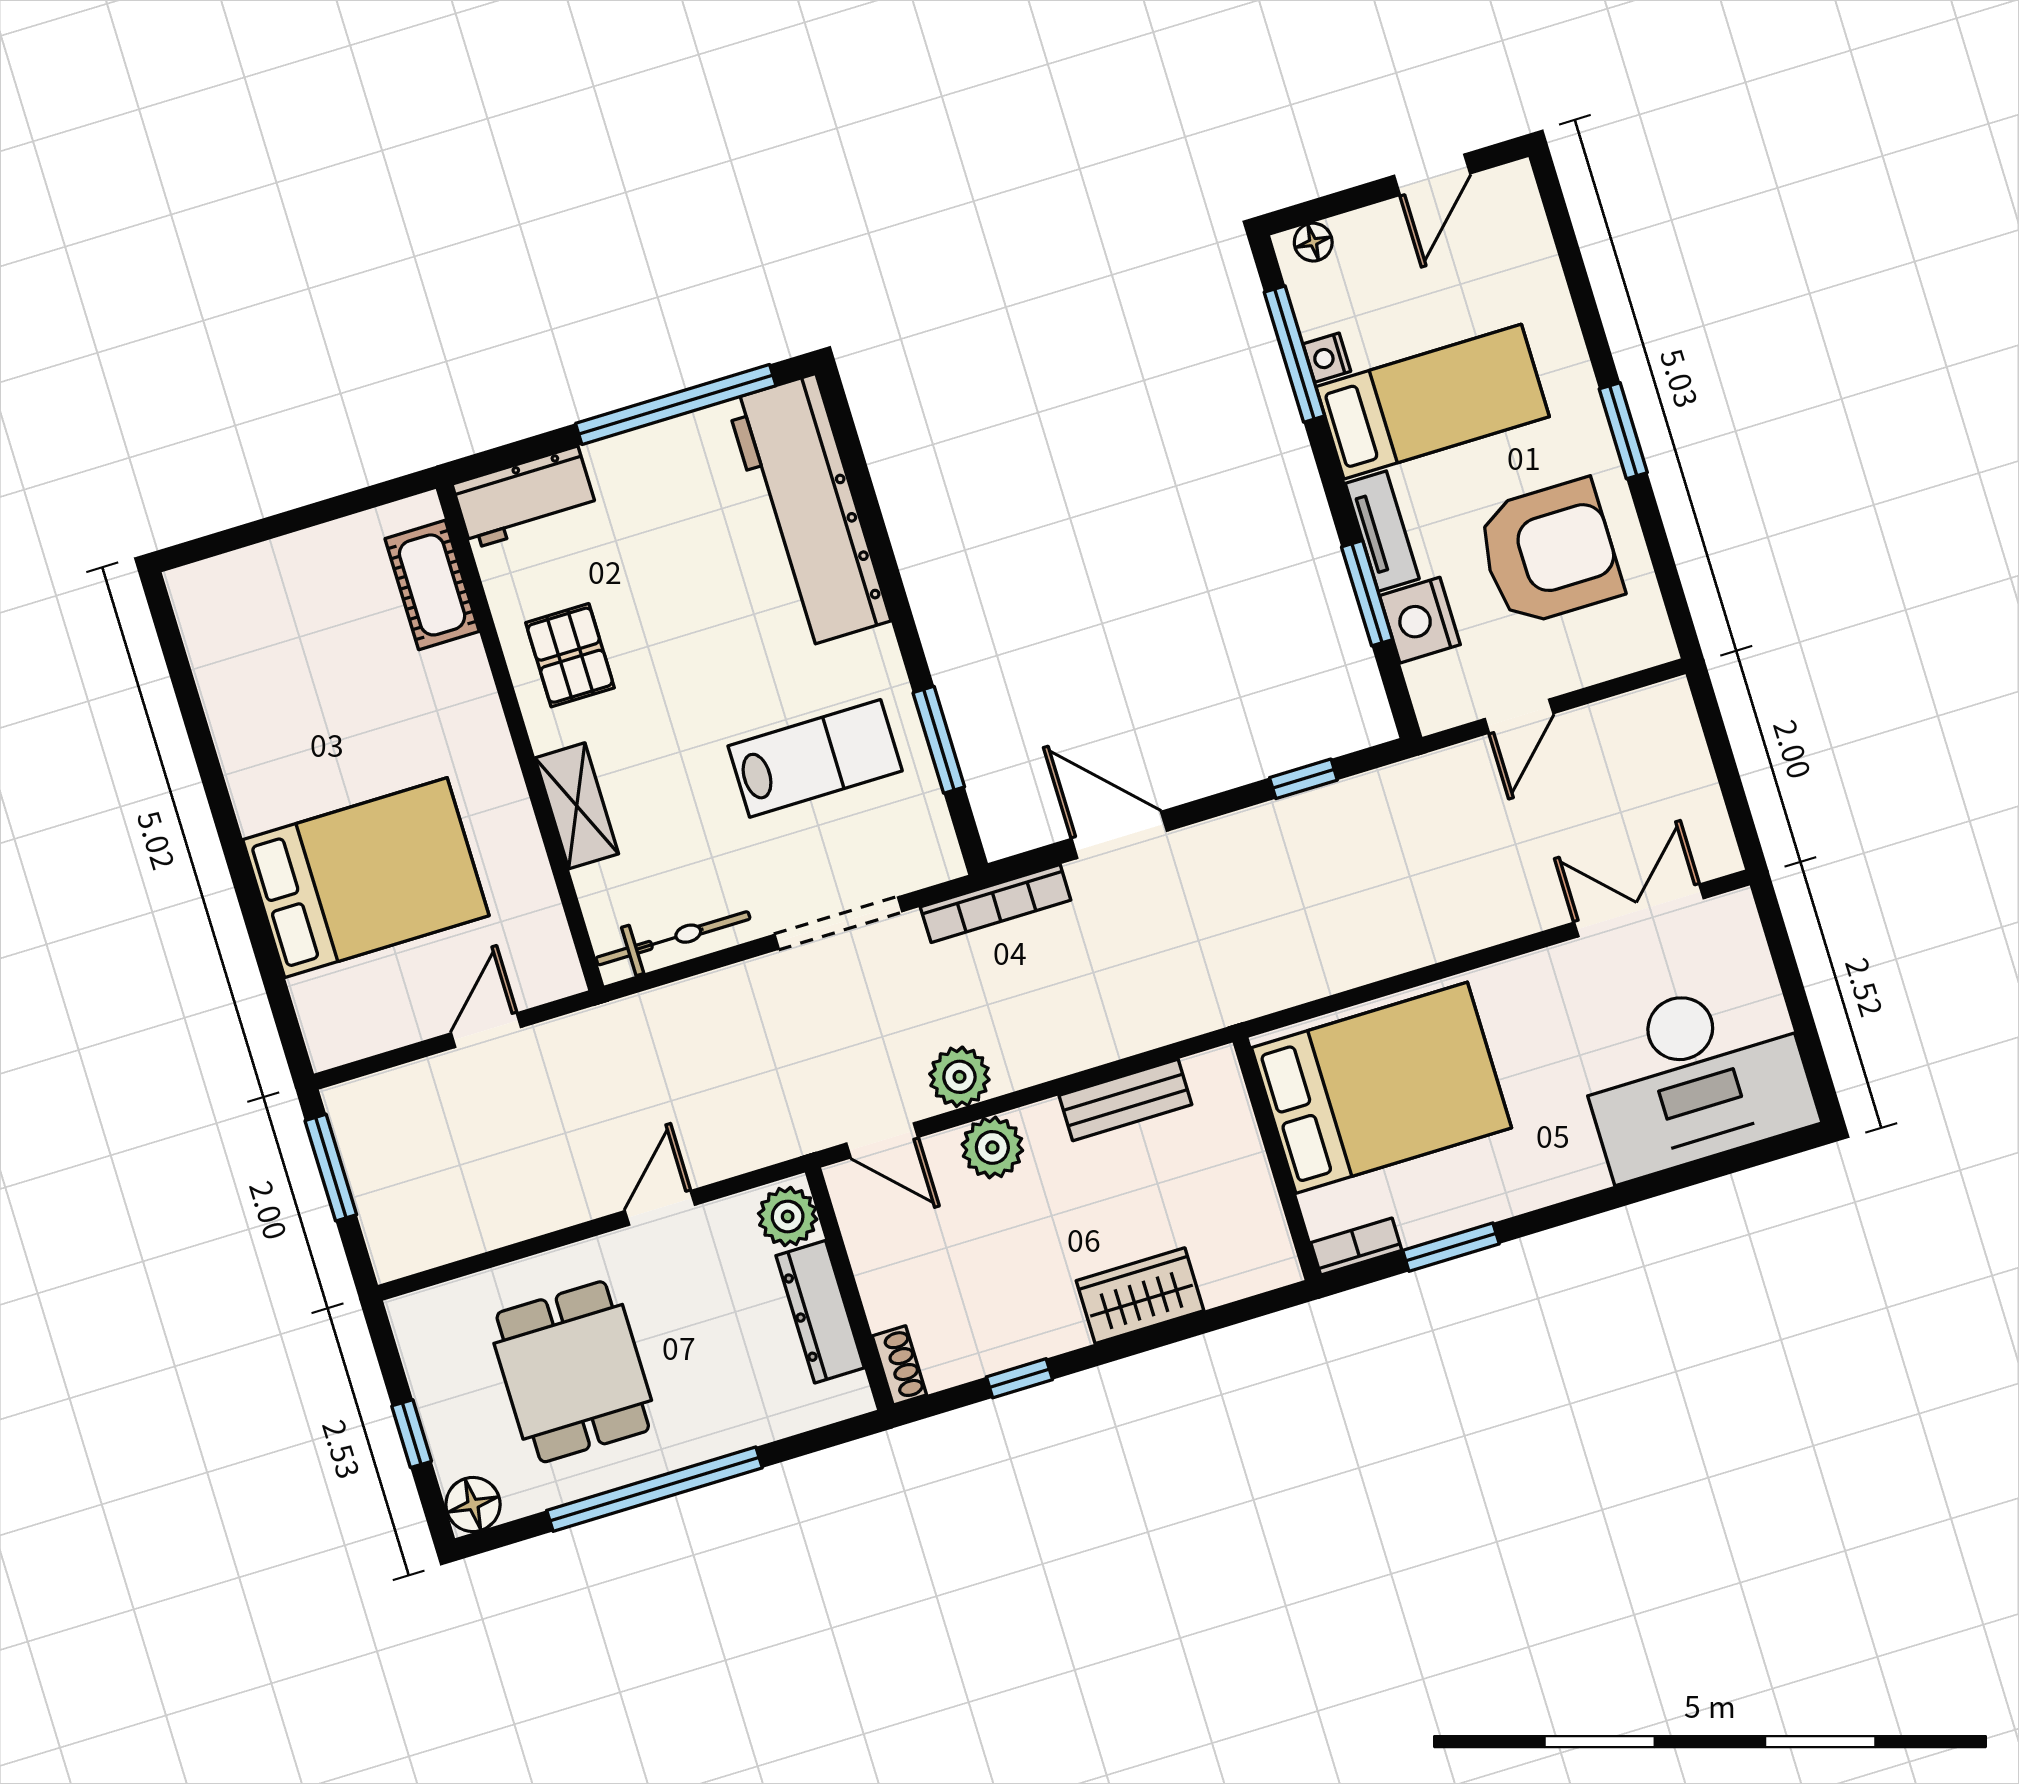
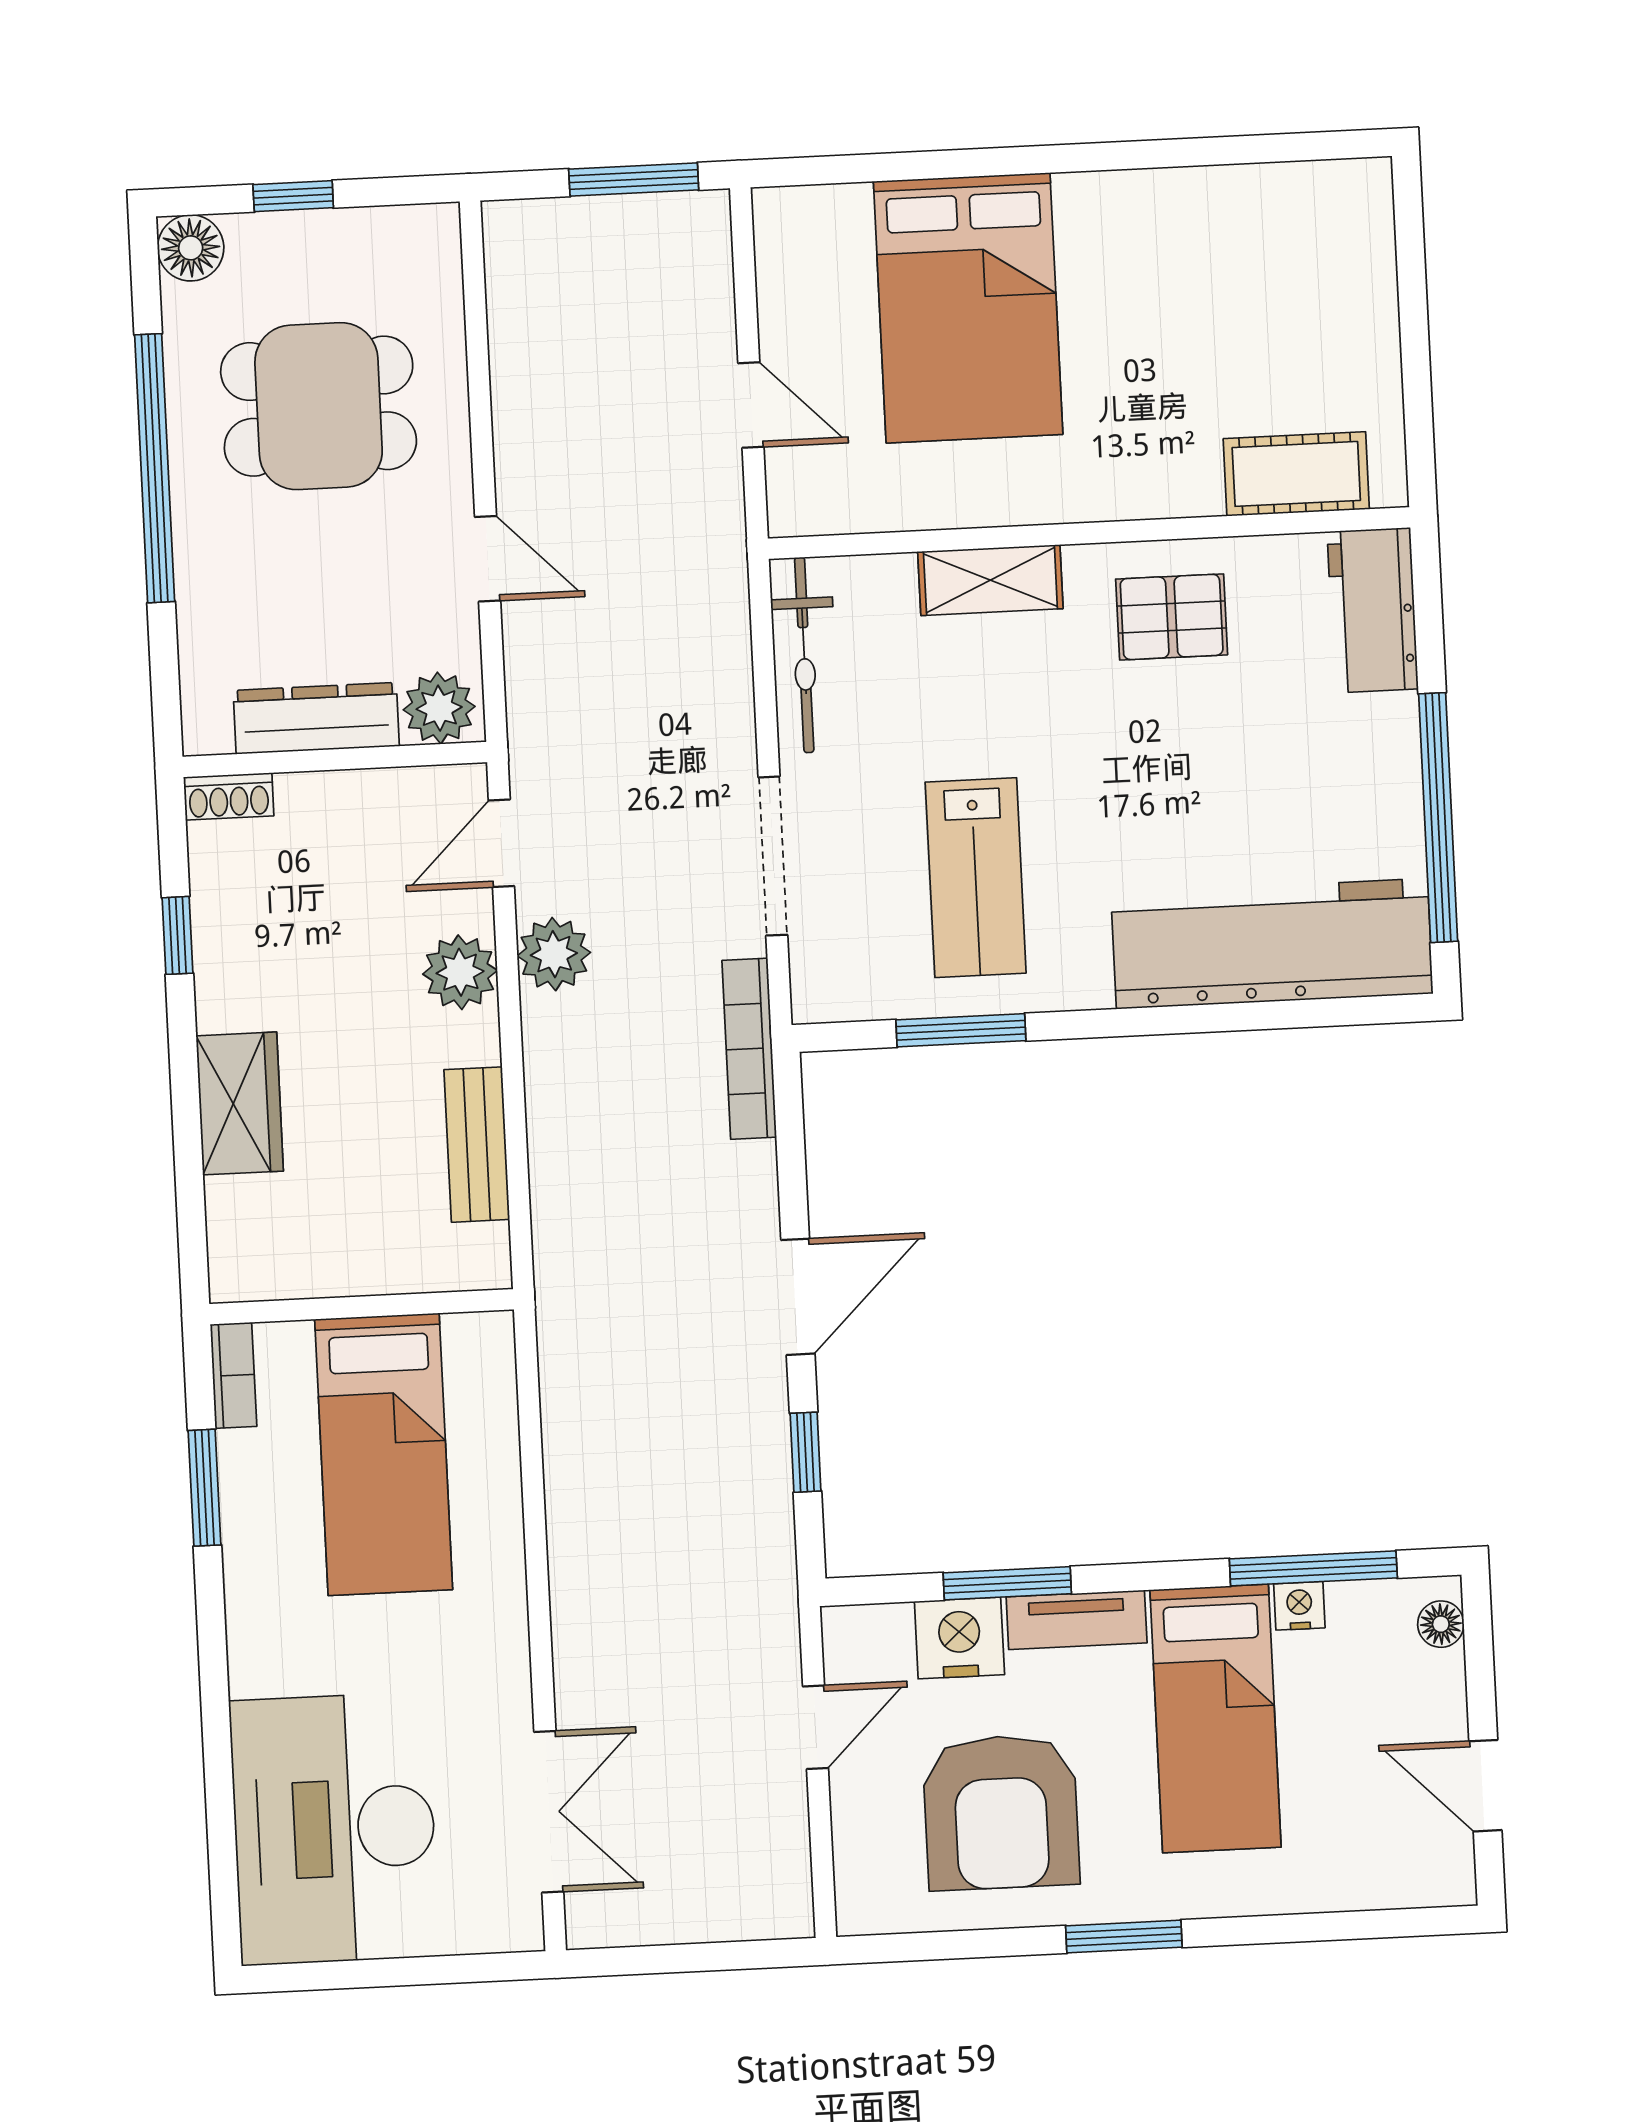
door: (1519, 716) -> (816, 1727), swing flipped
door: (1119, 835) -> (798, 1297), moved
bed: (1382, 1088) -> (384, 1454), width x0.67

